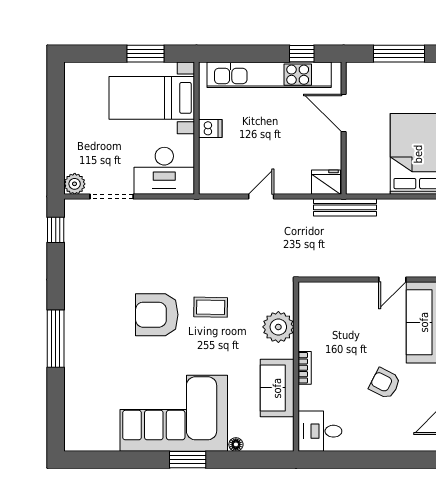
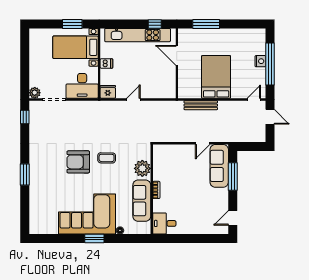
fridge: (326, 182) -> (108, 92), moved
bench: (345, 207) -> (201, 105), moved
window: (56, 339) -> (25, 175), width x0.69
armchair: (385, 383) -> (199, 198), removed
sofa: (277, 388) -> (142, 201), width x1.36

